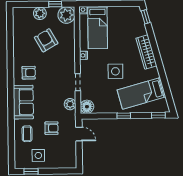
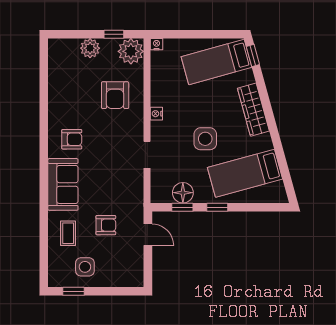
bed: (98, 27) -> (217, 62), moved, turned 75
armchair: (46, 40) -> (115, 95), moved, turned -150
plant: (70, 104) -> (135, 188), removed
floor lamp: (87, 107) -> (183, 193), moved
window: (158, 115) -> (182, 207), moved

